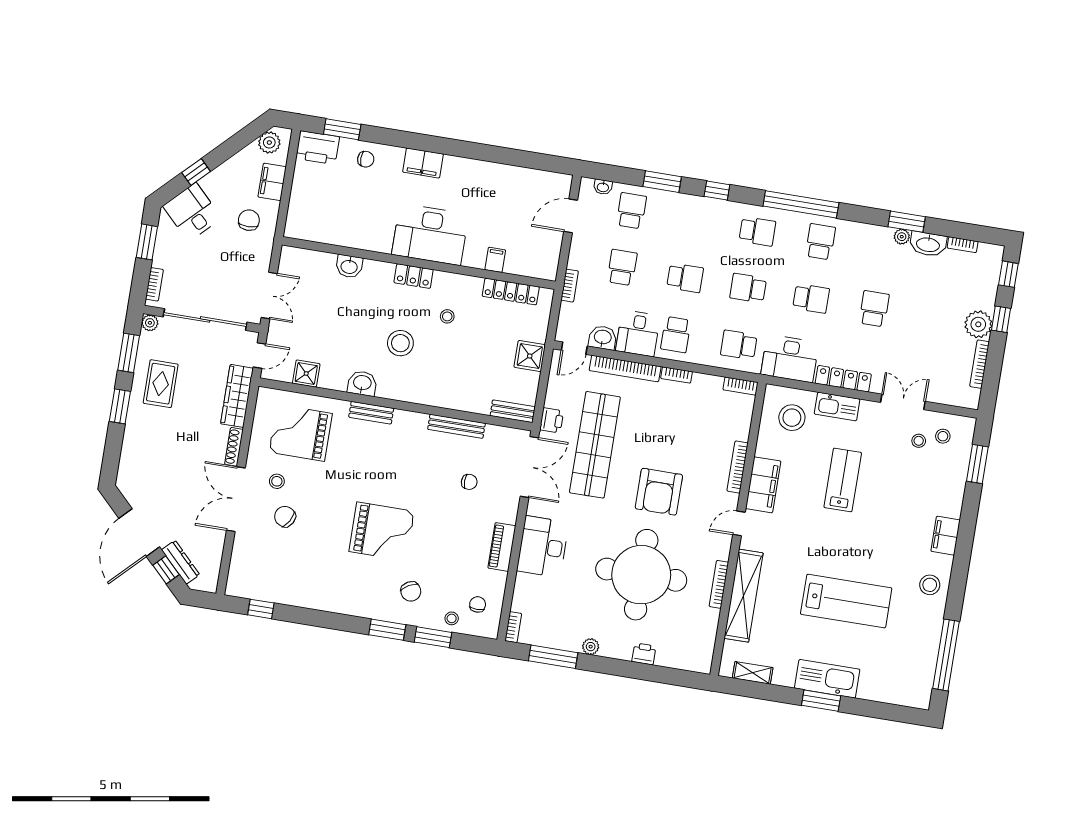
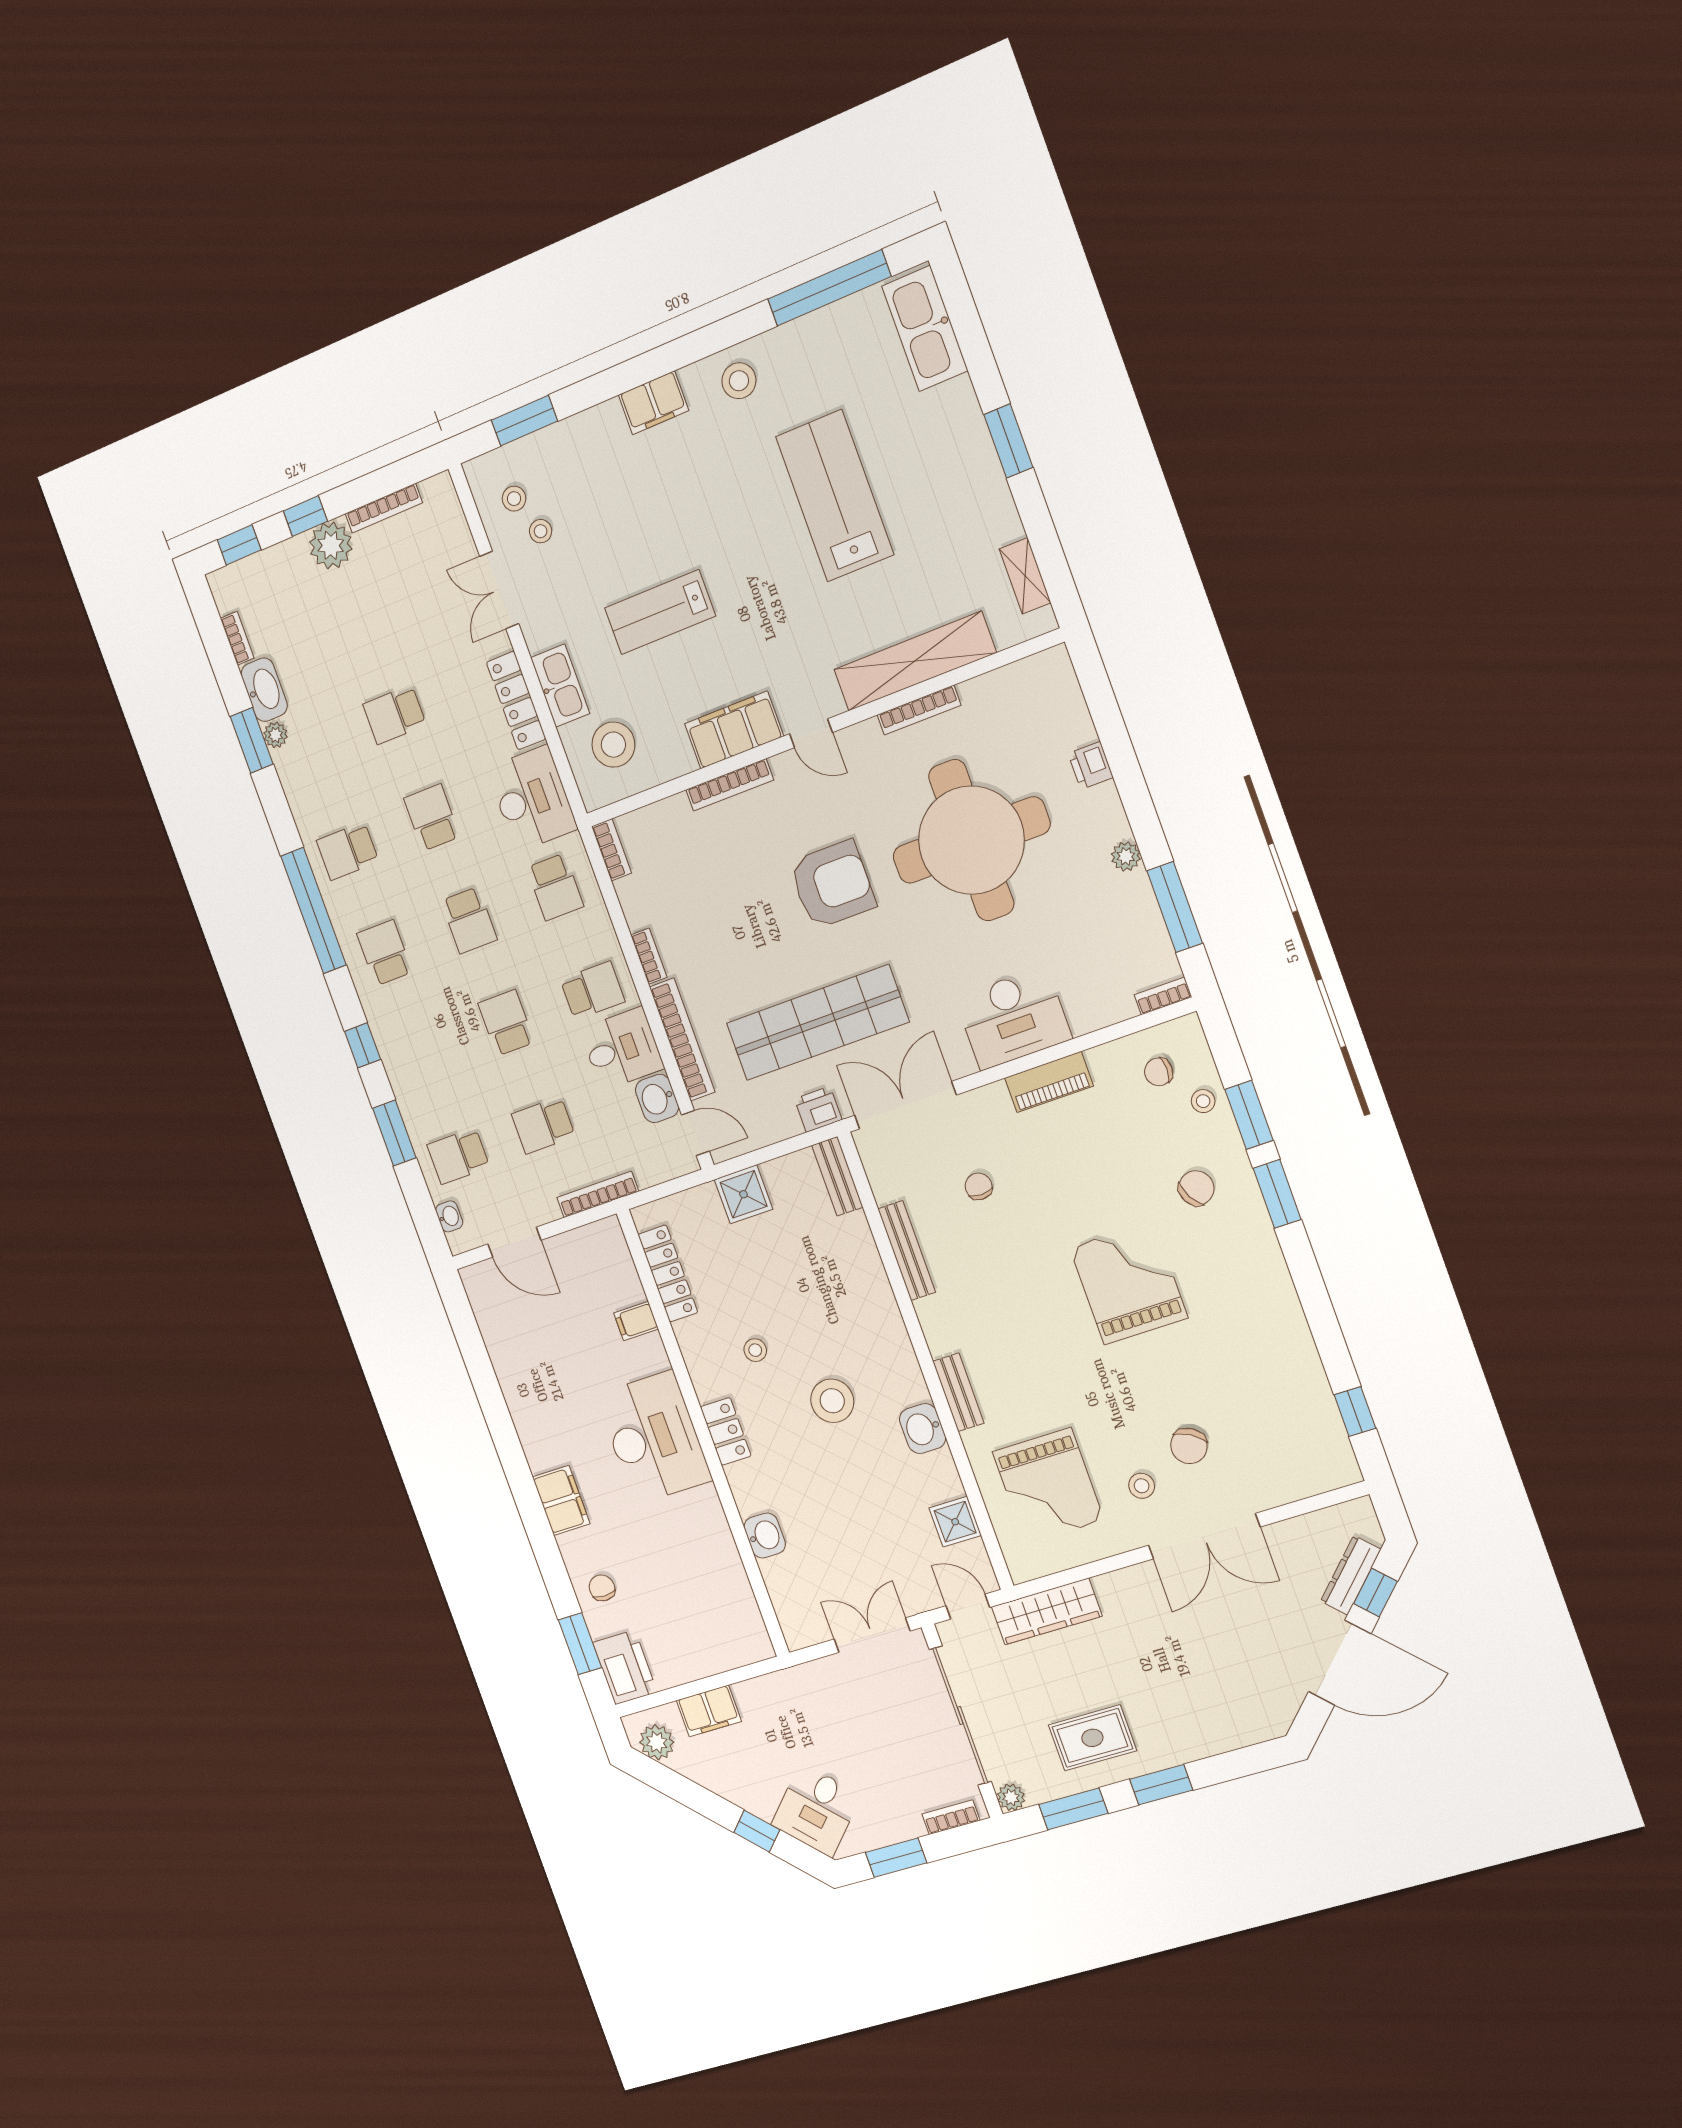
chair: (249, 220) -> (781, 1719), removed
bookcase: (570, 286) -> (598, 1194), width x1.56
shoe rack: (234, 447) -> (1126, 1578), removed
kitchen sink: (827, 679) -> (925, 328), moved

